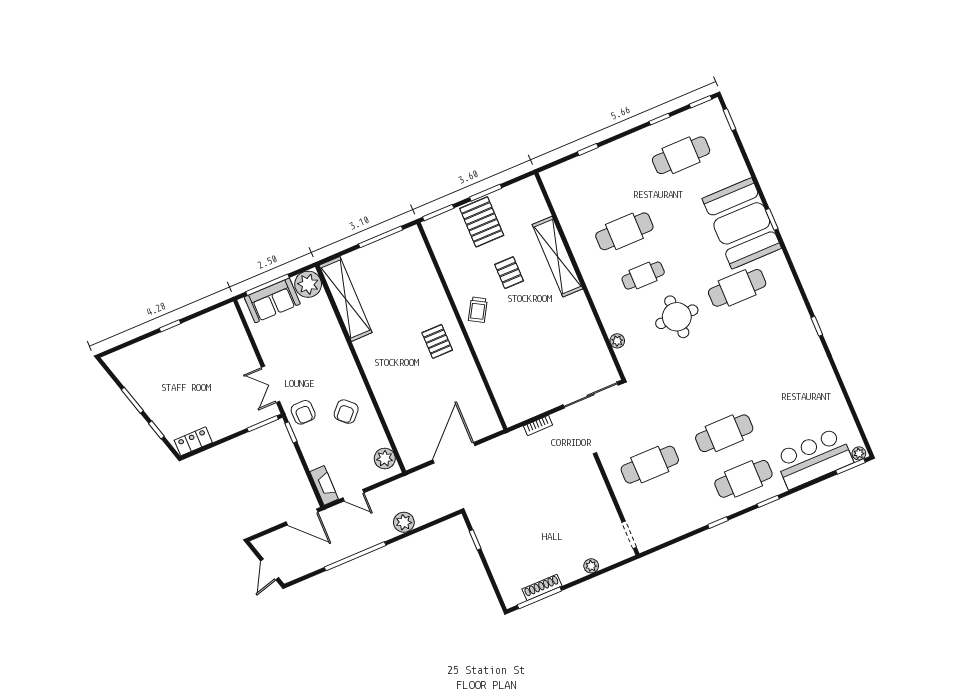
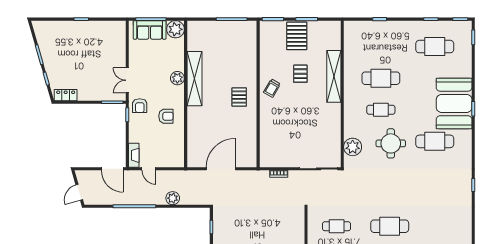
shelving: (346, 299) -> (194, 79), moved
plant: (617, 341) -> (353, 147), width x1.87, depth x1.87
armchair: (346, 412) -> (166, 116), turned -133
plant: (385, 458) -> (177, 78), moved
cafe table: (650, 465) -> (337, 226), width x0.73, depth x0.74

